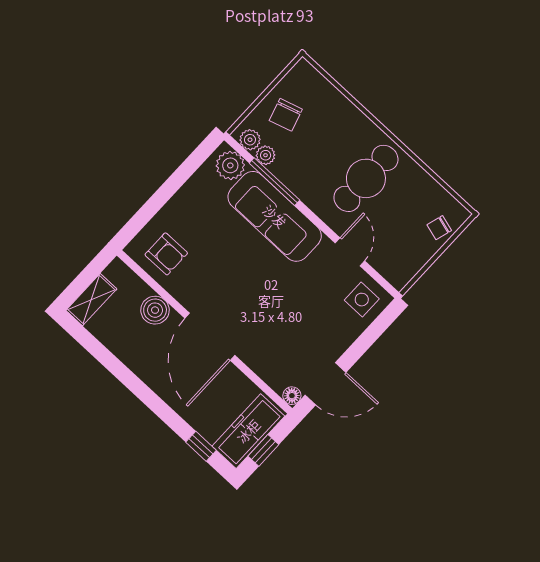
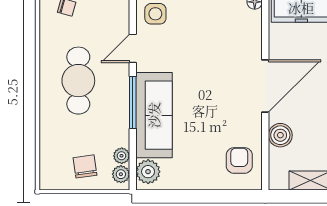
chair: (286, 115) -> (85, 166), turned -81
cafe table: (366, 178) -> (78, 81), turned 90
window: (274, 182) -> (133, 103), moved

